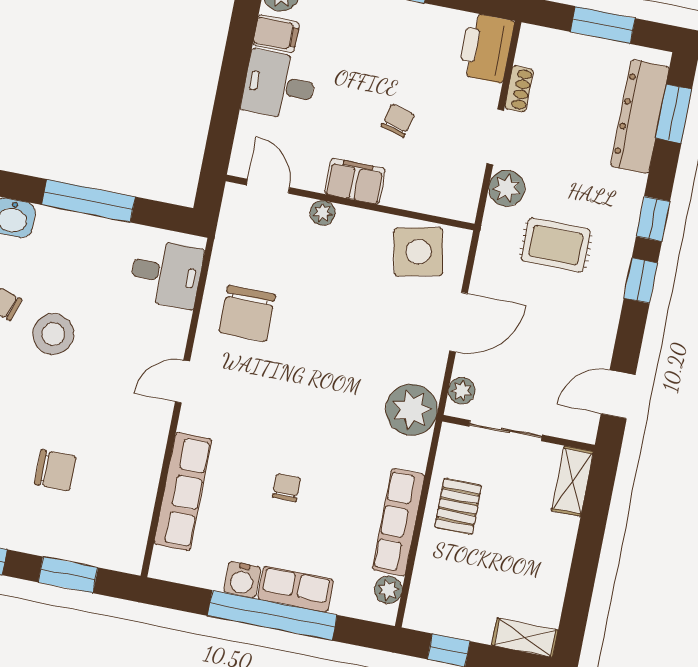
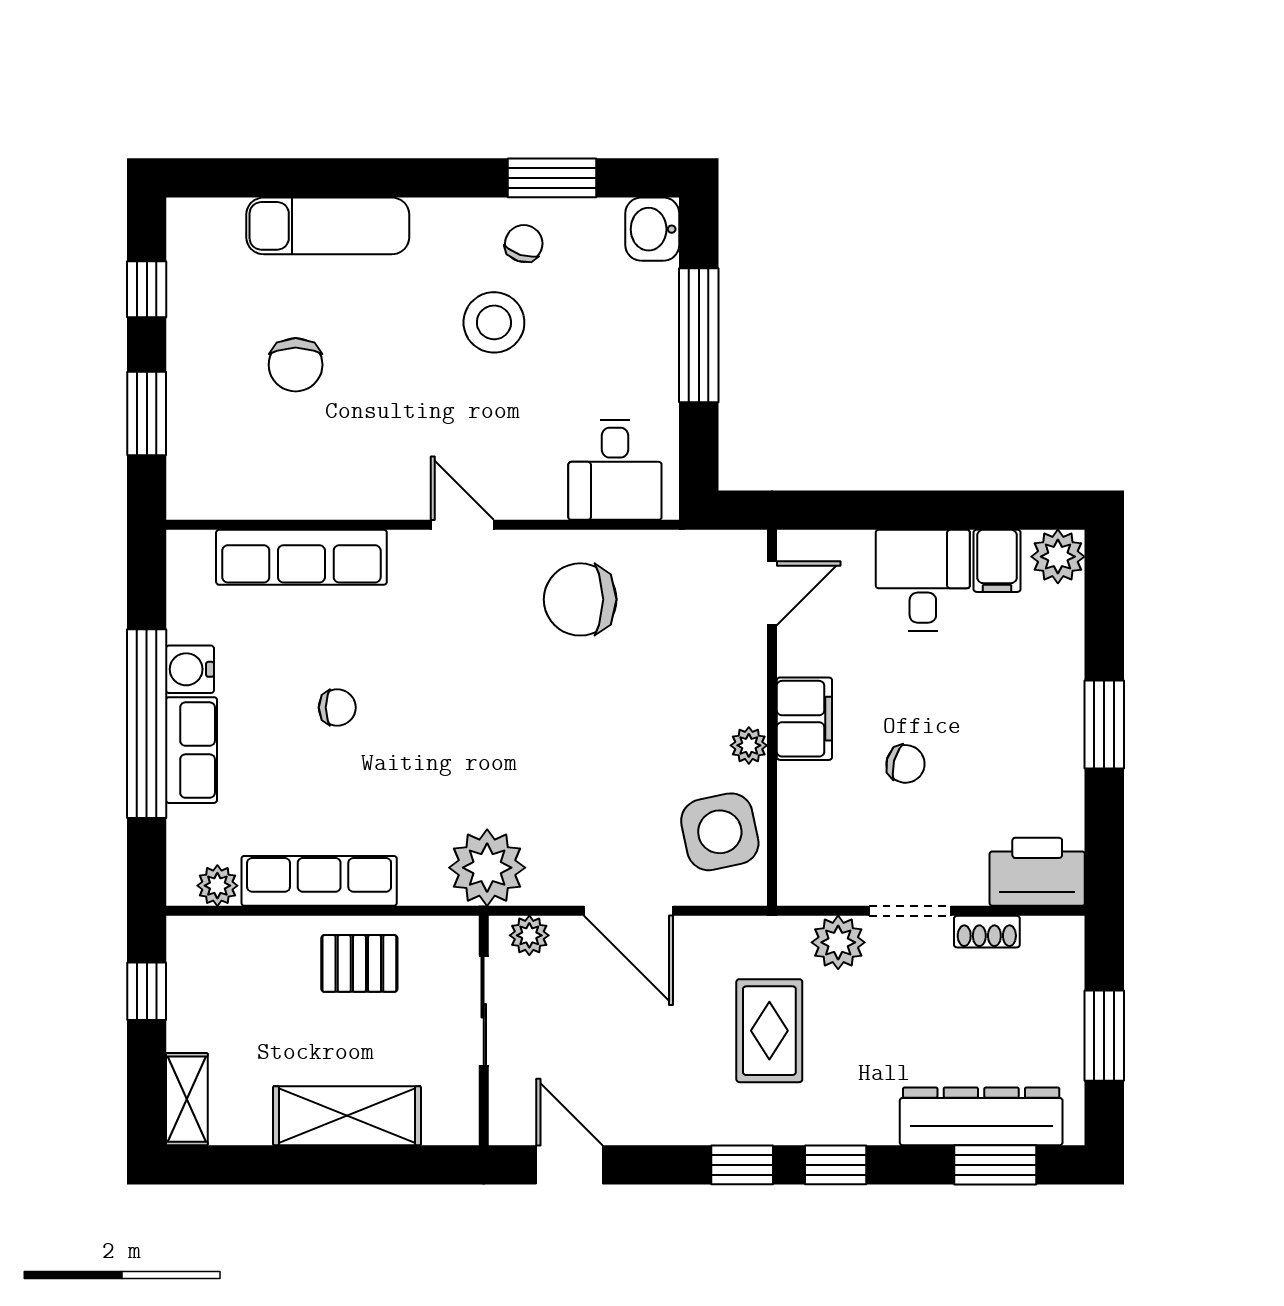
plant: (323, 213) -> (749, 745), moved
shelving: (572, 481) -> (347, 1116), moved, width x1.50, depth x1.33

